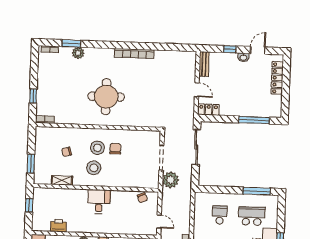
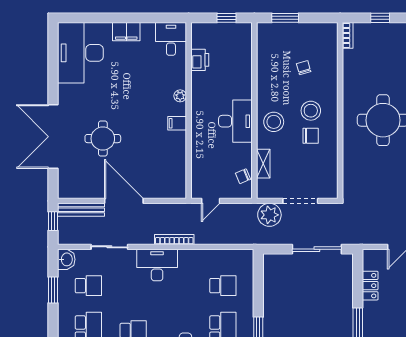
locker: (209, 110) -> (370, 286), moved
stool: (94, 168) -> (274, 122), moved
shelving: (62, 180) -> (263, 164), moved
desk: (99, 202) -> (235, 121), width x1.37

